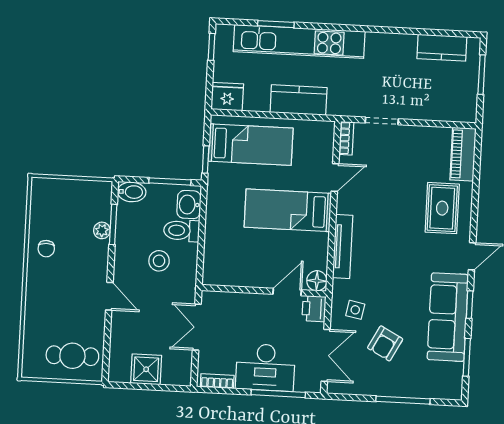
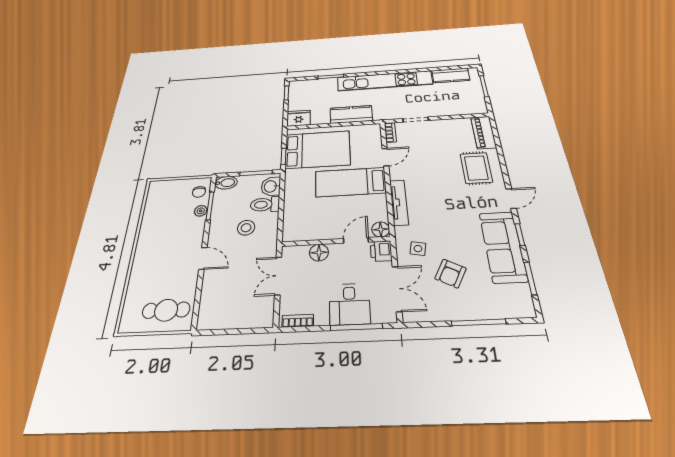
kitchen unit: (299, 41) -> (385, 81), moved
bed: (251, 145) -> (318, 150), width x1.50
chair: (46, 249) -> (199, 192), moved
floor lamp: (244, 303) -> (319, 253), added
desk: (265, 367) -> (349, 304), width x0.73
shower: (146, 369) -> (232, 316), removed

